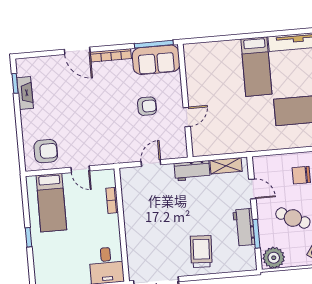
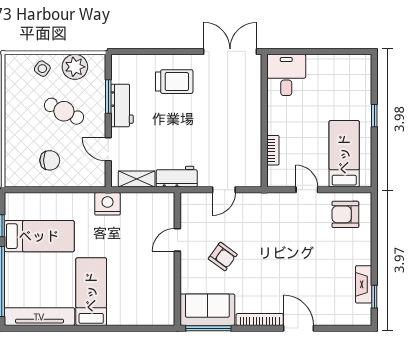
armchair: (147, 106) -> (223, 257), turned -144
nightstand: (249, 142) -> (107, 204), added
trolley: (201, 251) -> (174, 82), turned -93
plant: (274, 258) -> (75, 67), moved

